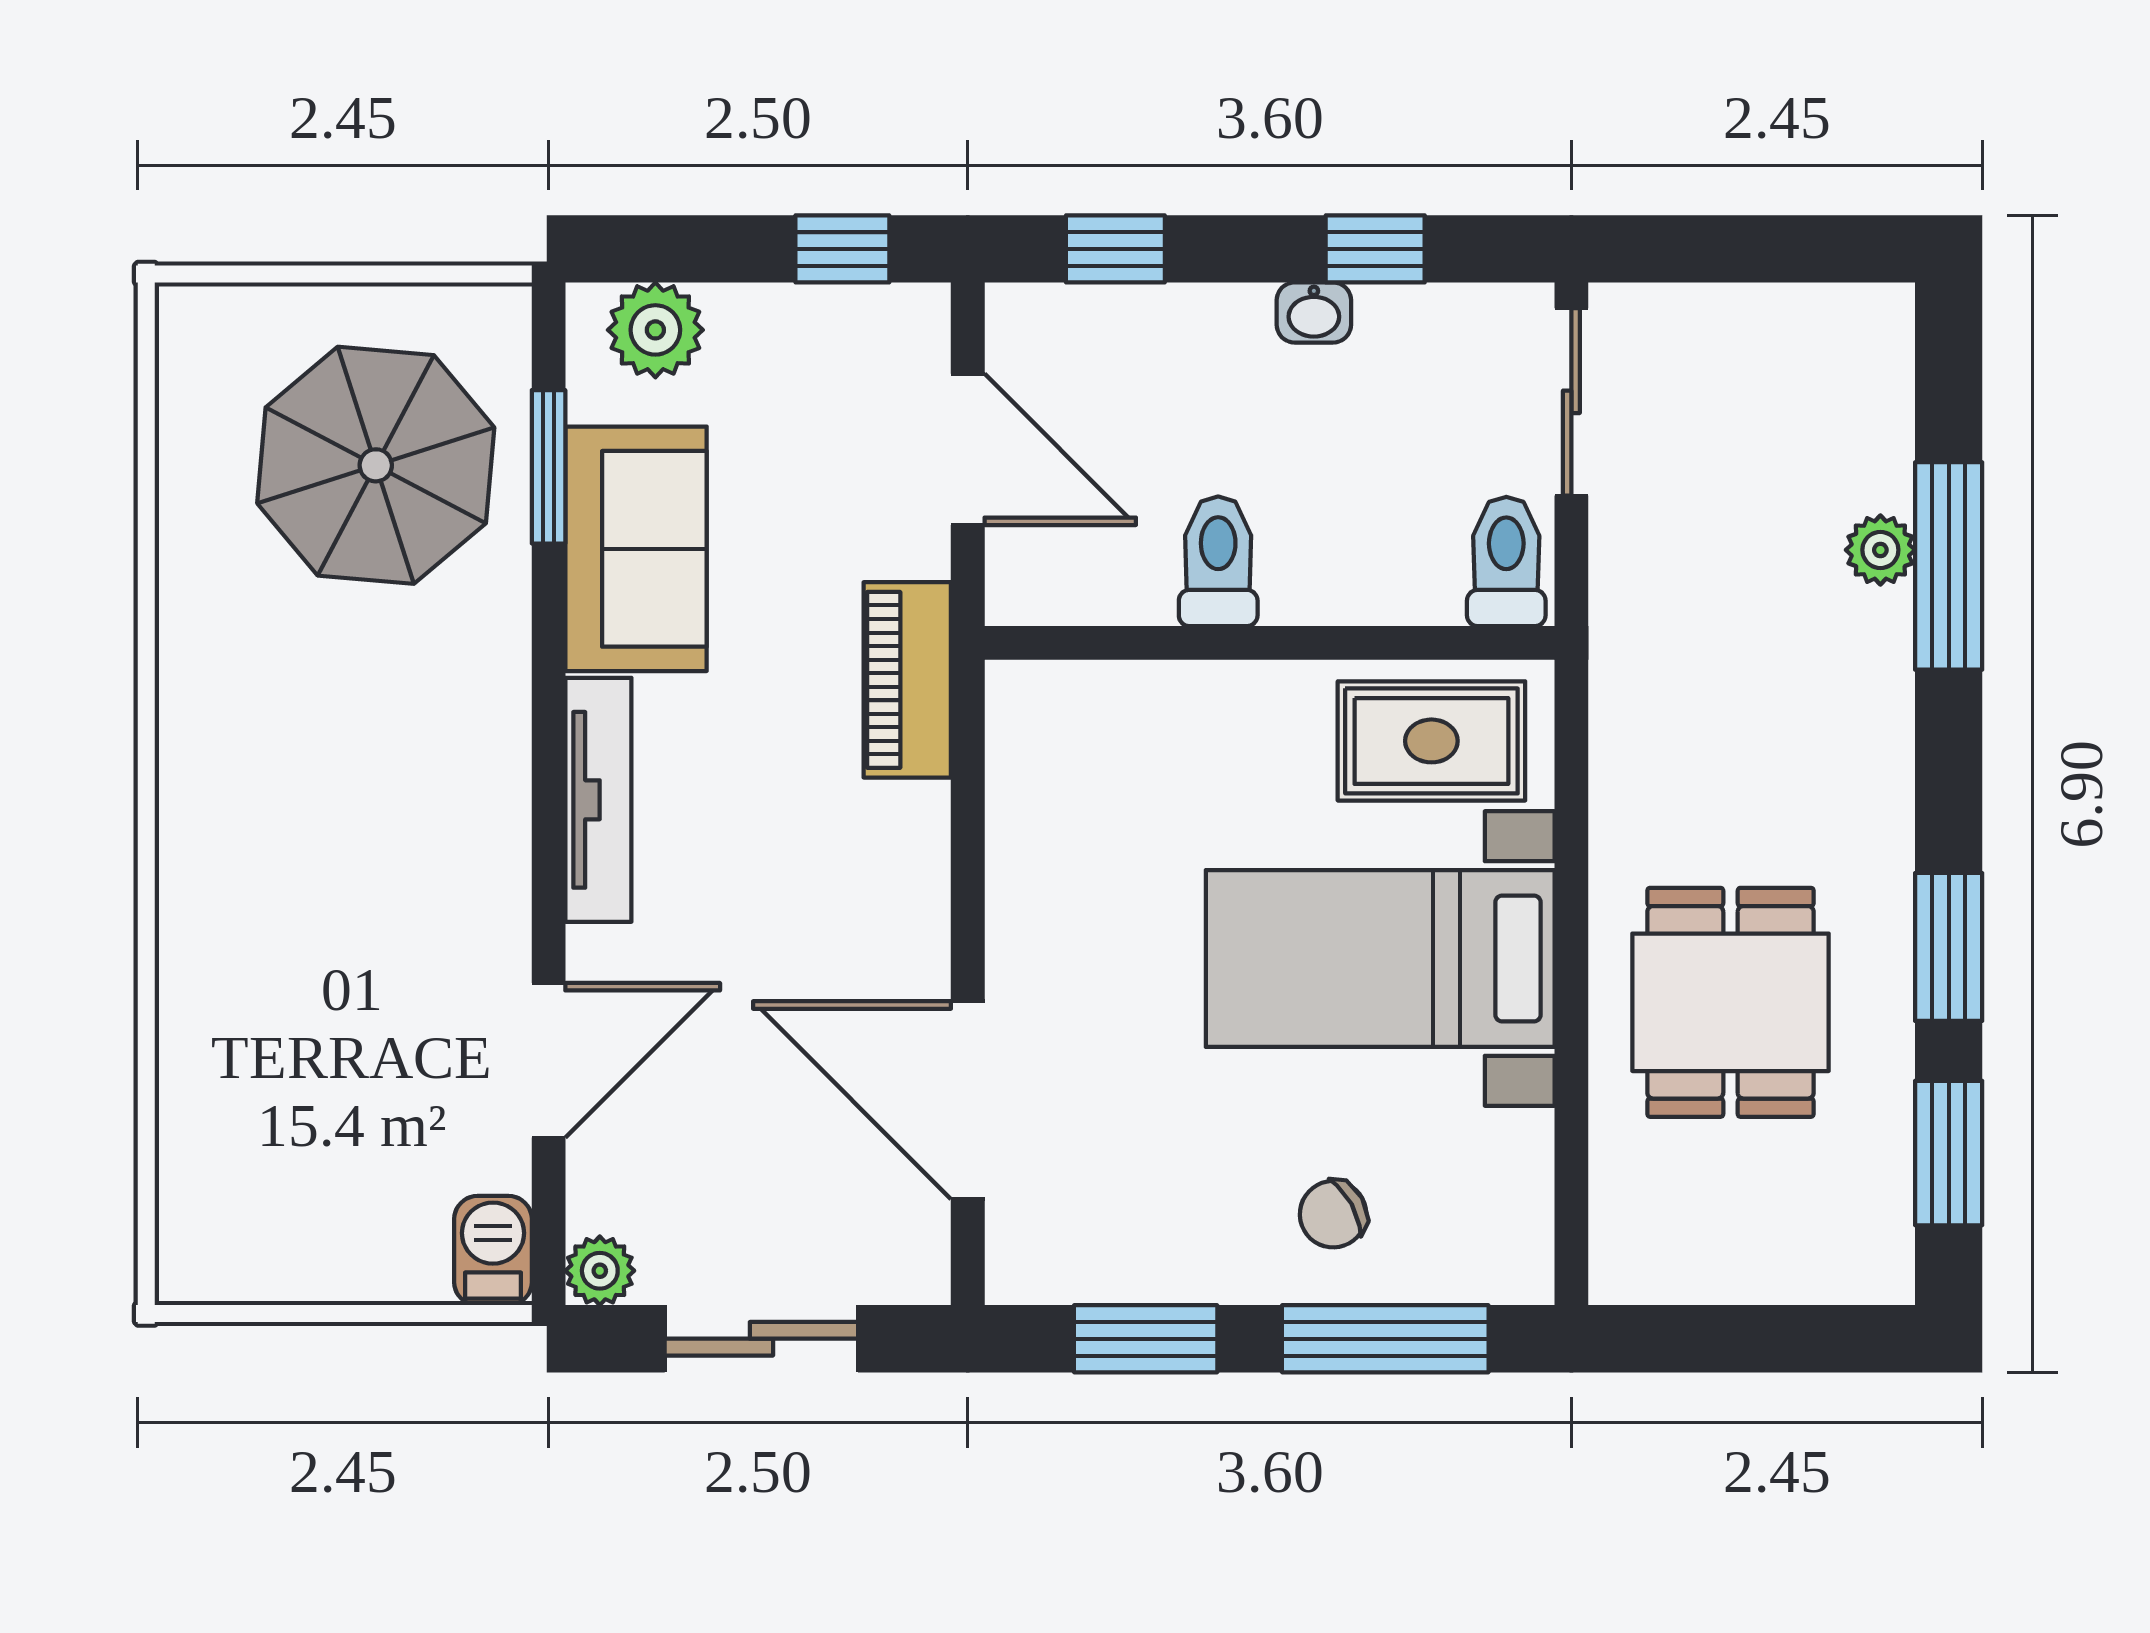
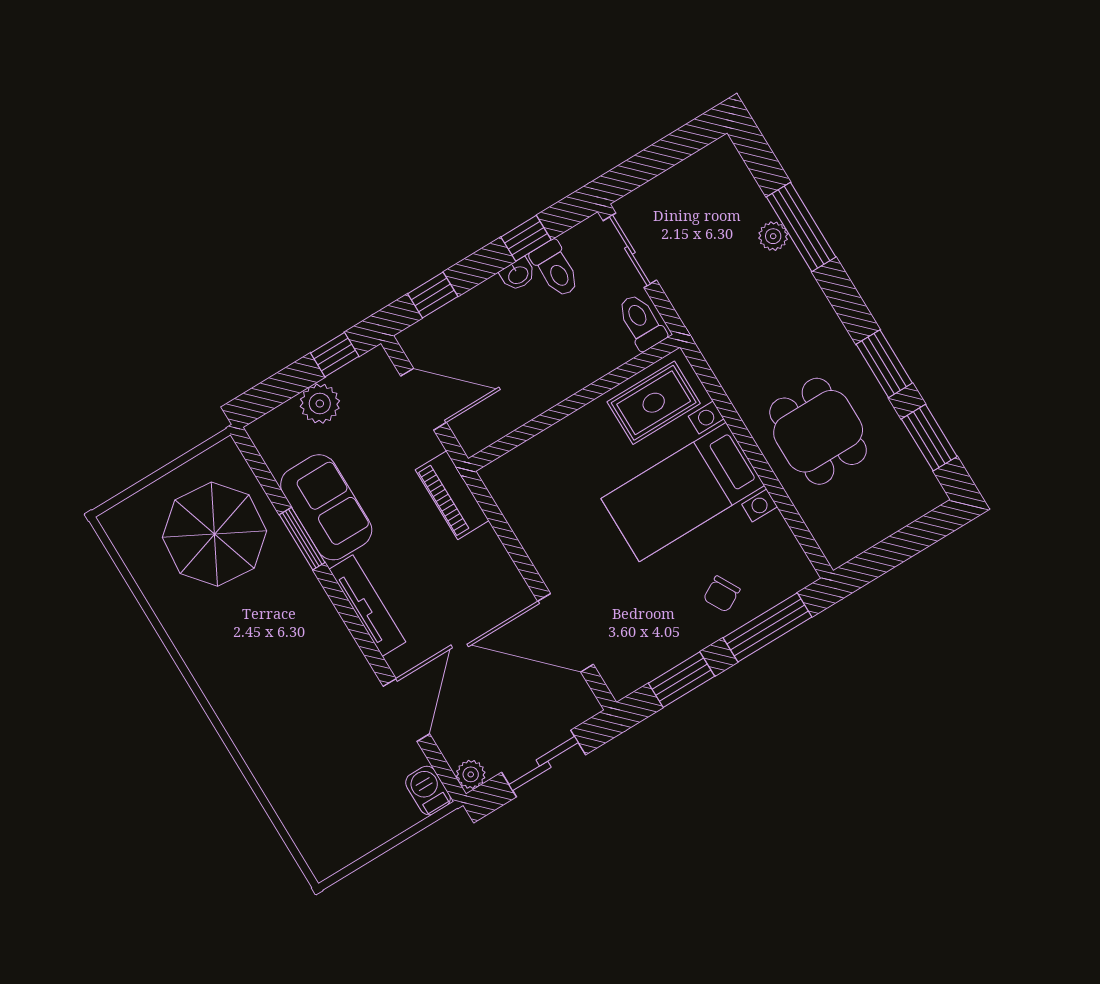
plant: (655, 330) -> (320, 404), moved
window: (549, 467) -> (302, 539), moved
toilet: (1218, 561) -> (555, 269), moved, turned 180

